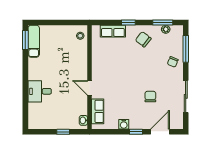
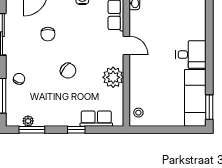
chair: (143, 39) -> (68, 71), moved
exam couch: (34, 41) -> (195, 98), width x1.36, depth x1.45
plant: (100, 63) -> (113, 77), added
desk: (40, 91) -> (191, 55), moved

